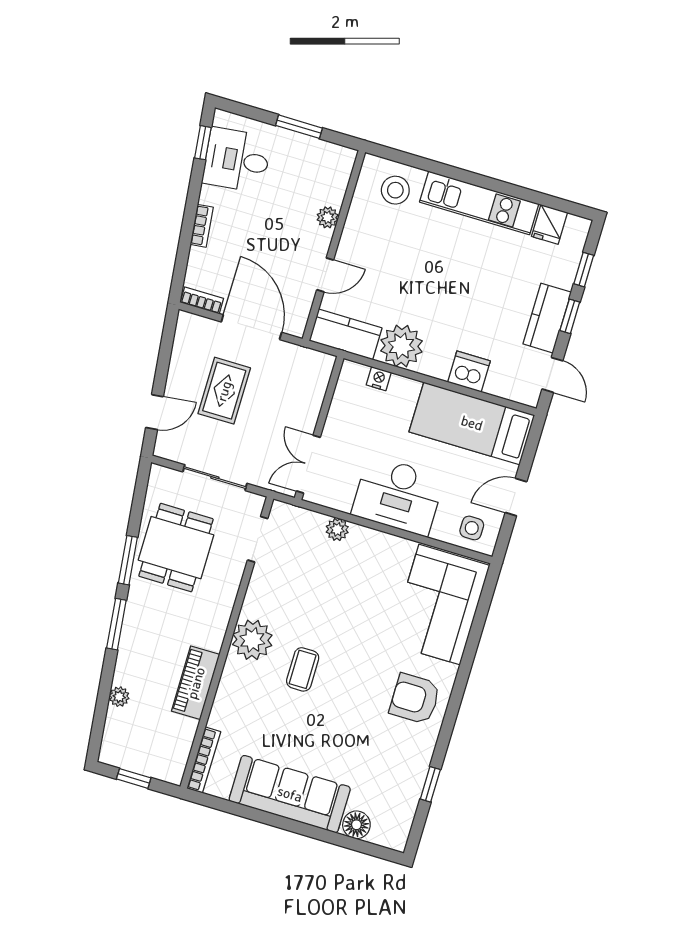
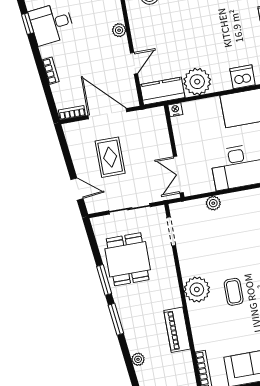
nightstand: (379, 379) -> (175, 110), moved
door: (154, 412) -> (77, 189), hinge flipped

